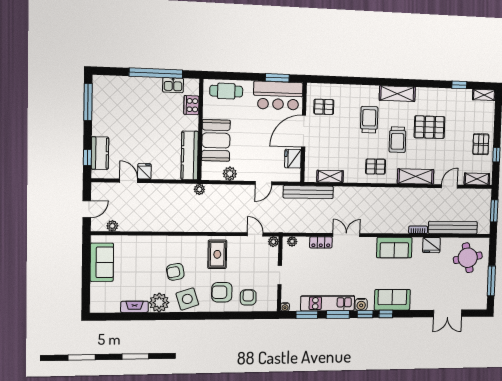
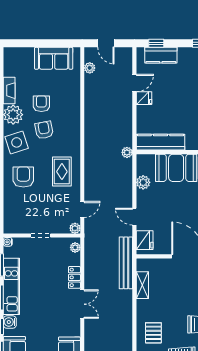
fridge: (293, 159) -> (145, 240), moved, turned 90
rug: (217, 254) -> (62, 172), turned 90
armchair: (248, 297) -> (41, 104), moved, turned -90

